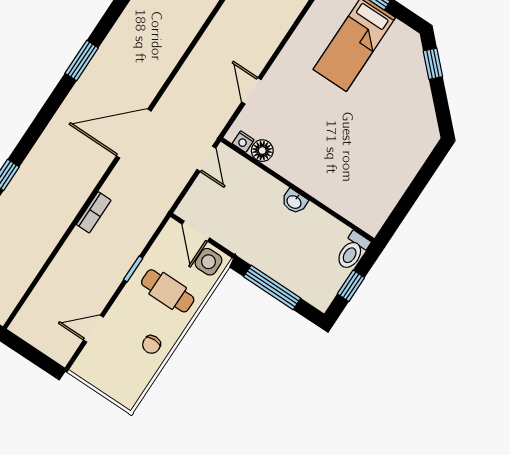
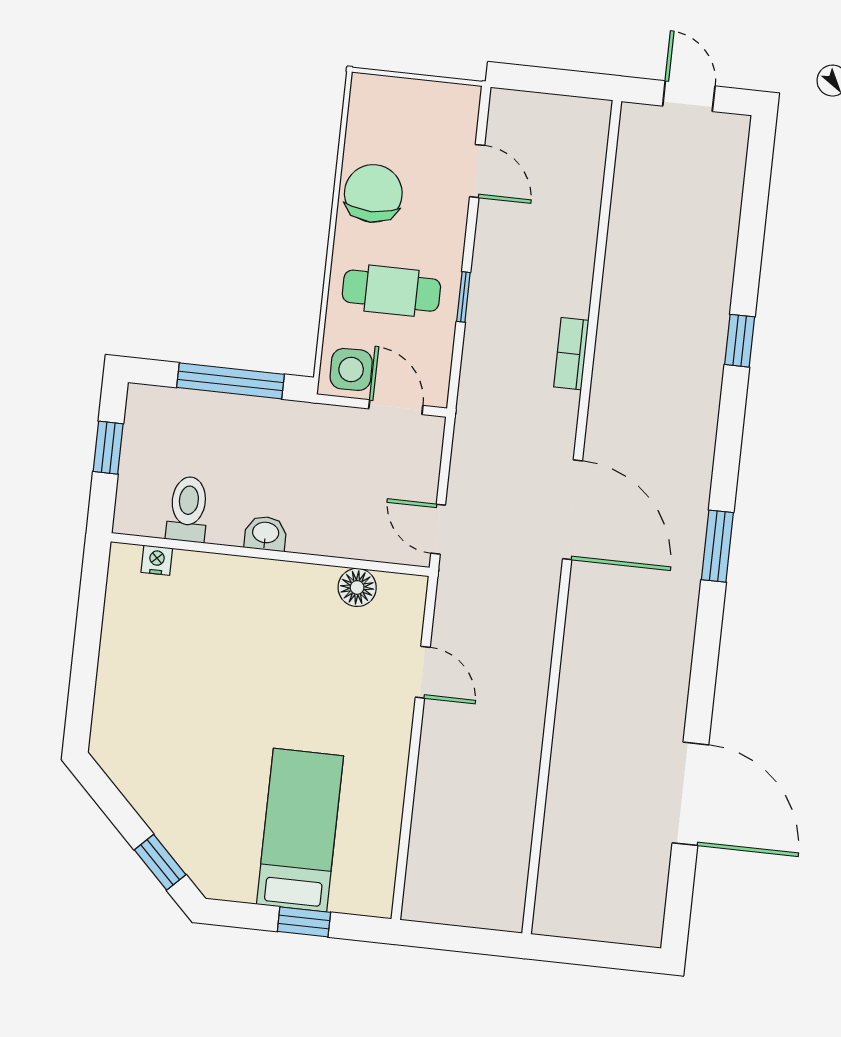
window: (82, 60) -> (717, 546), moved
door: (134, 134) -> (573, 510), hinge flipped
nightstand: (243, 142) -> (157, 560), moved
toilet: (352, 251) -> (188, 509), moved
door: (93, 329) -> (477, 171), hinge flipped
chair: (151, 344) -> (373, 193), width x1.87, depth x1.87

